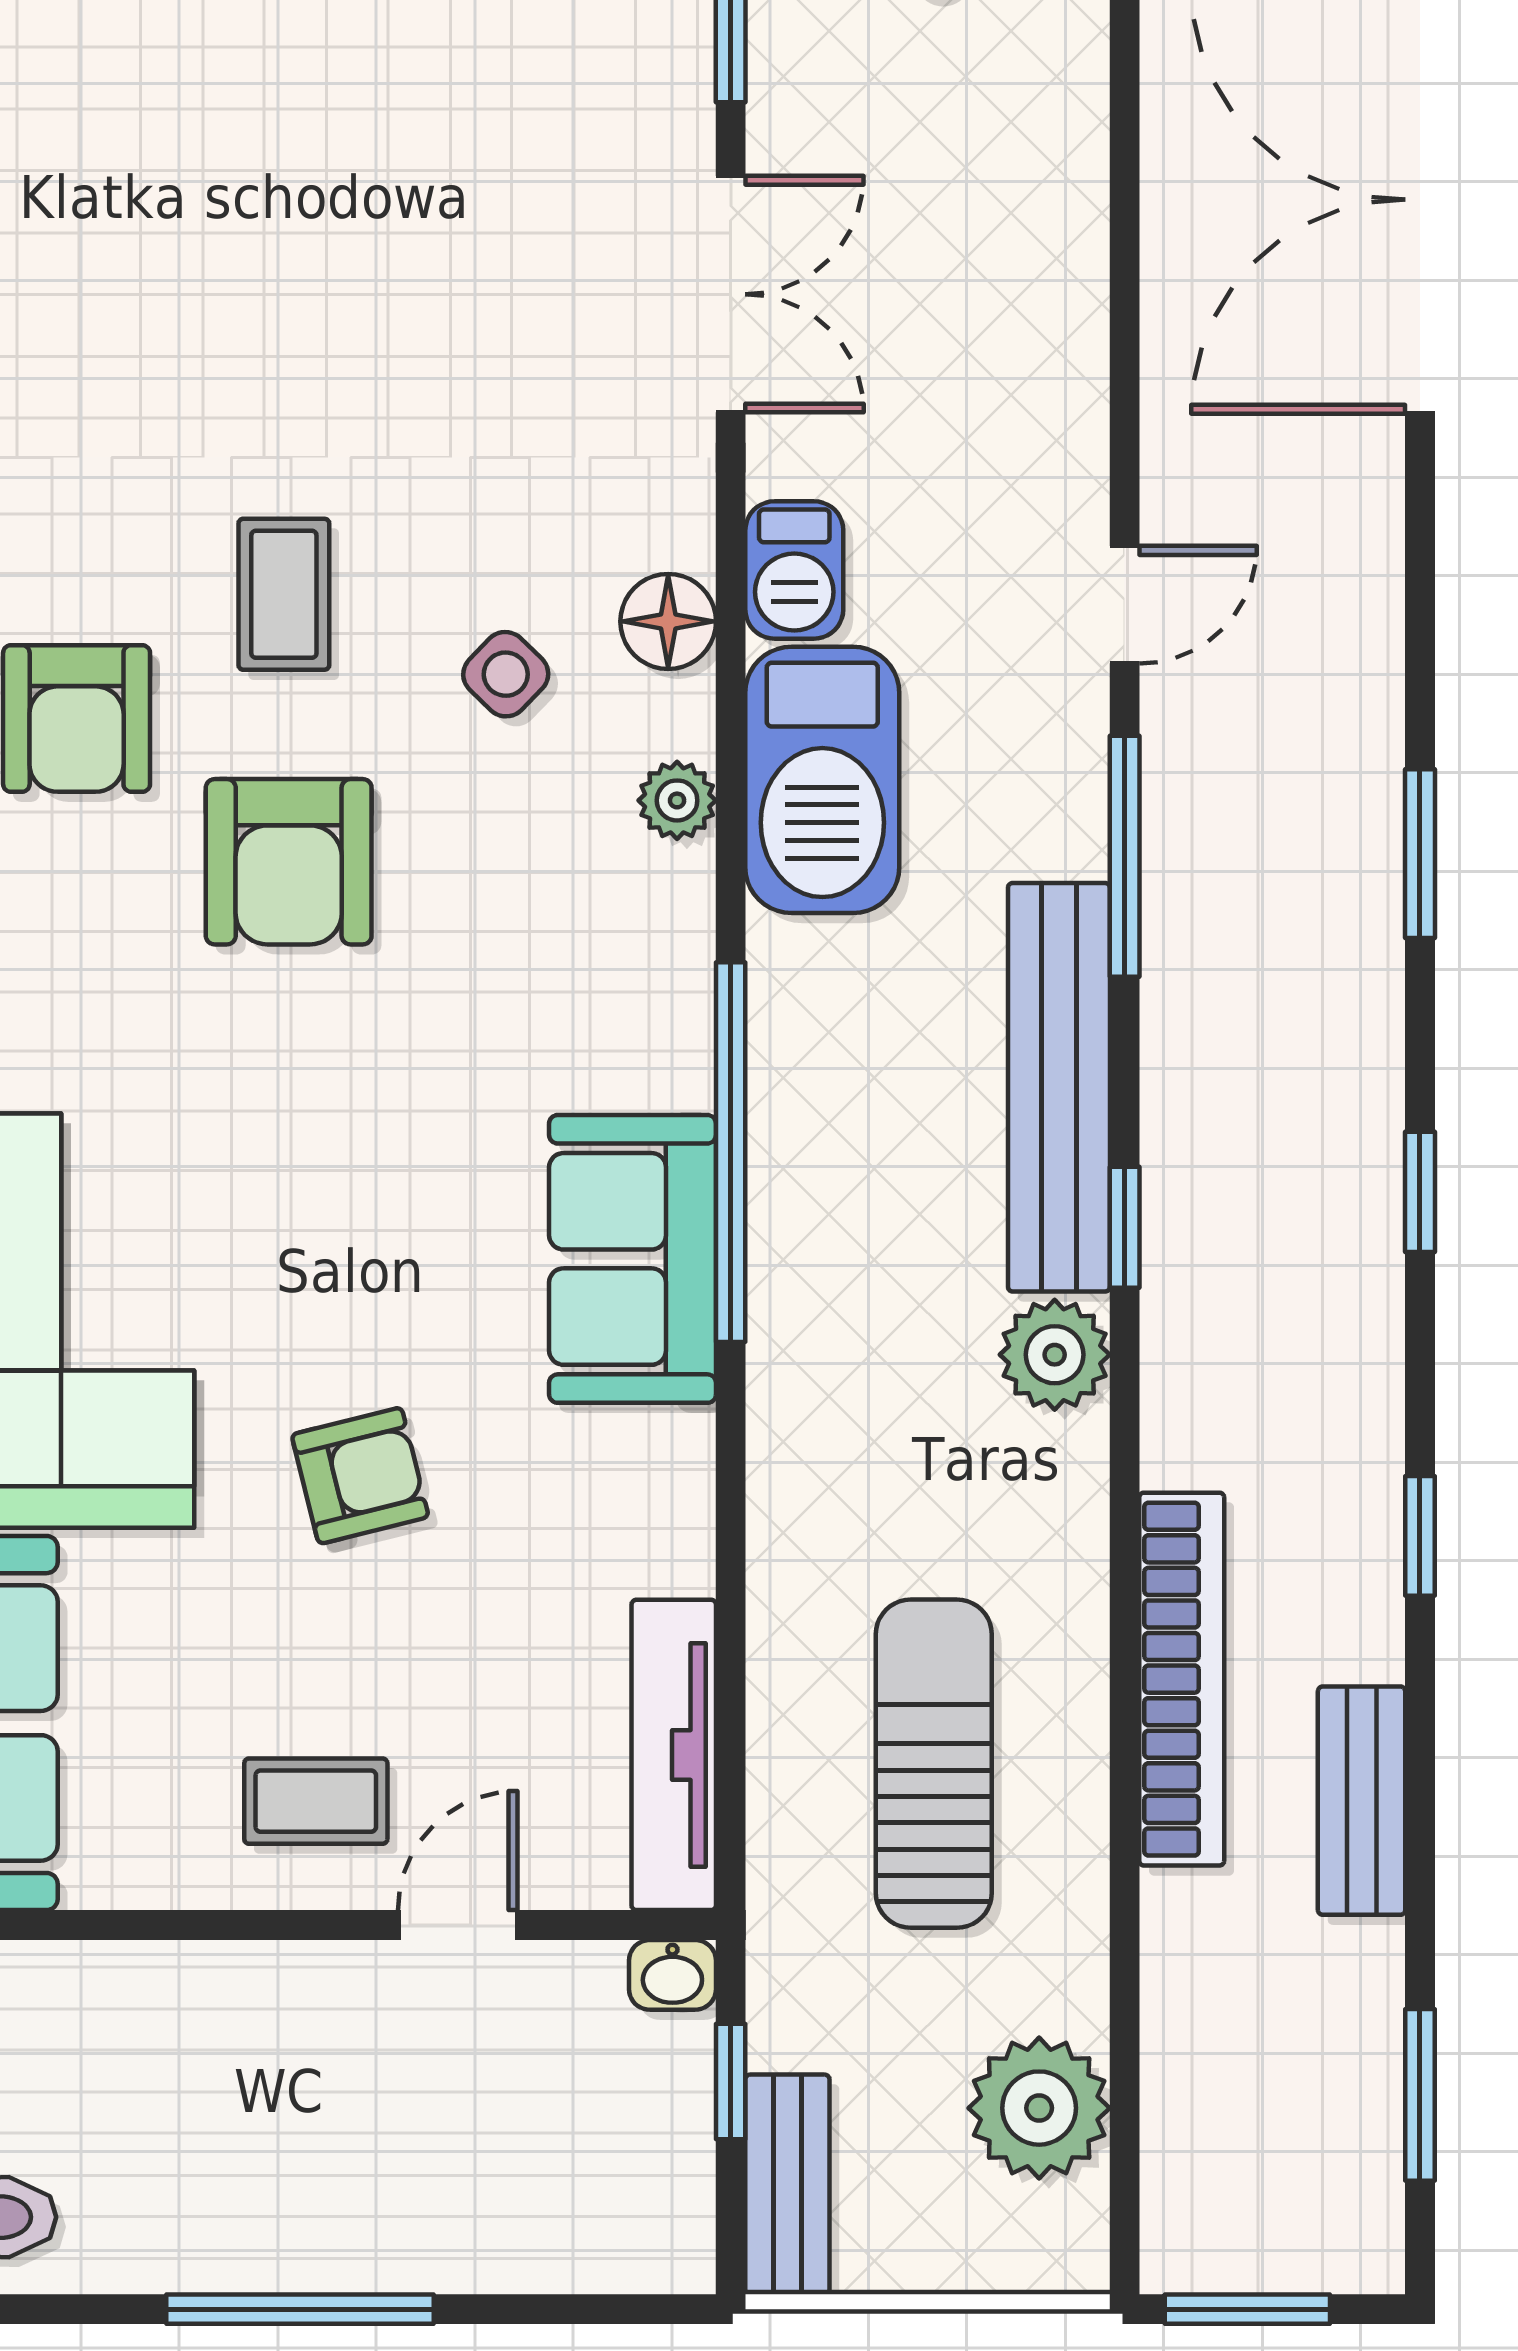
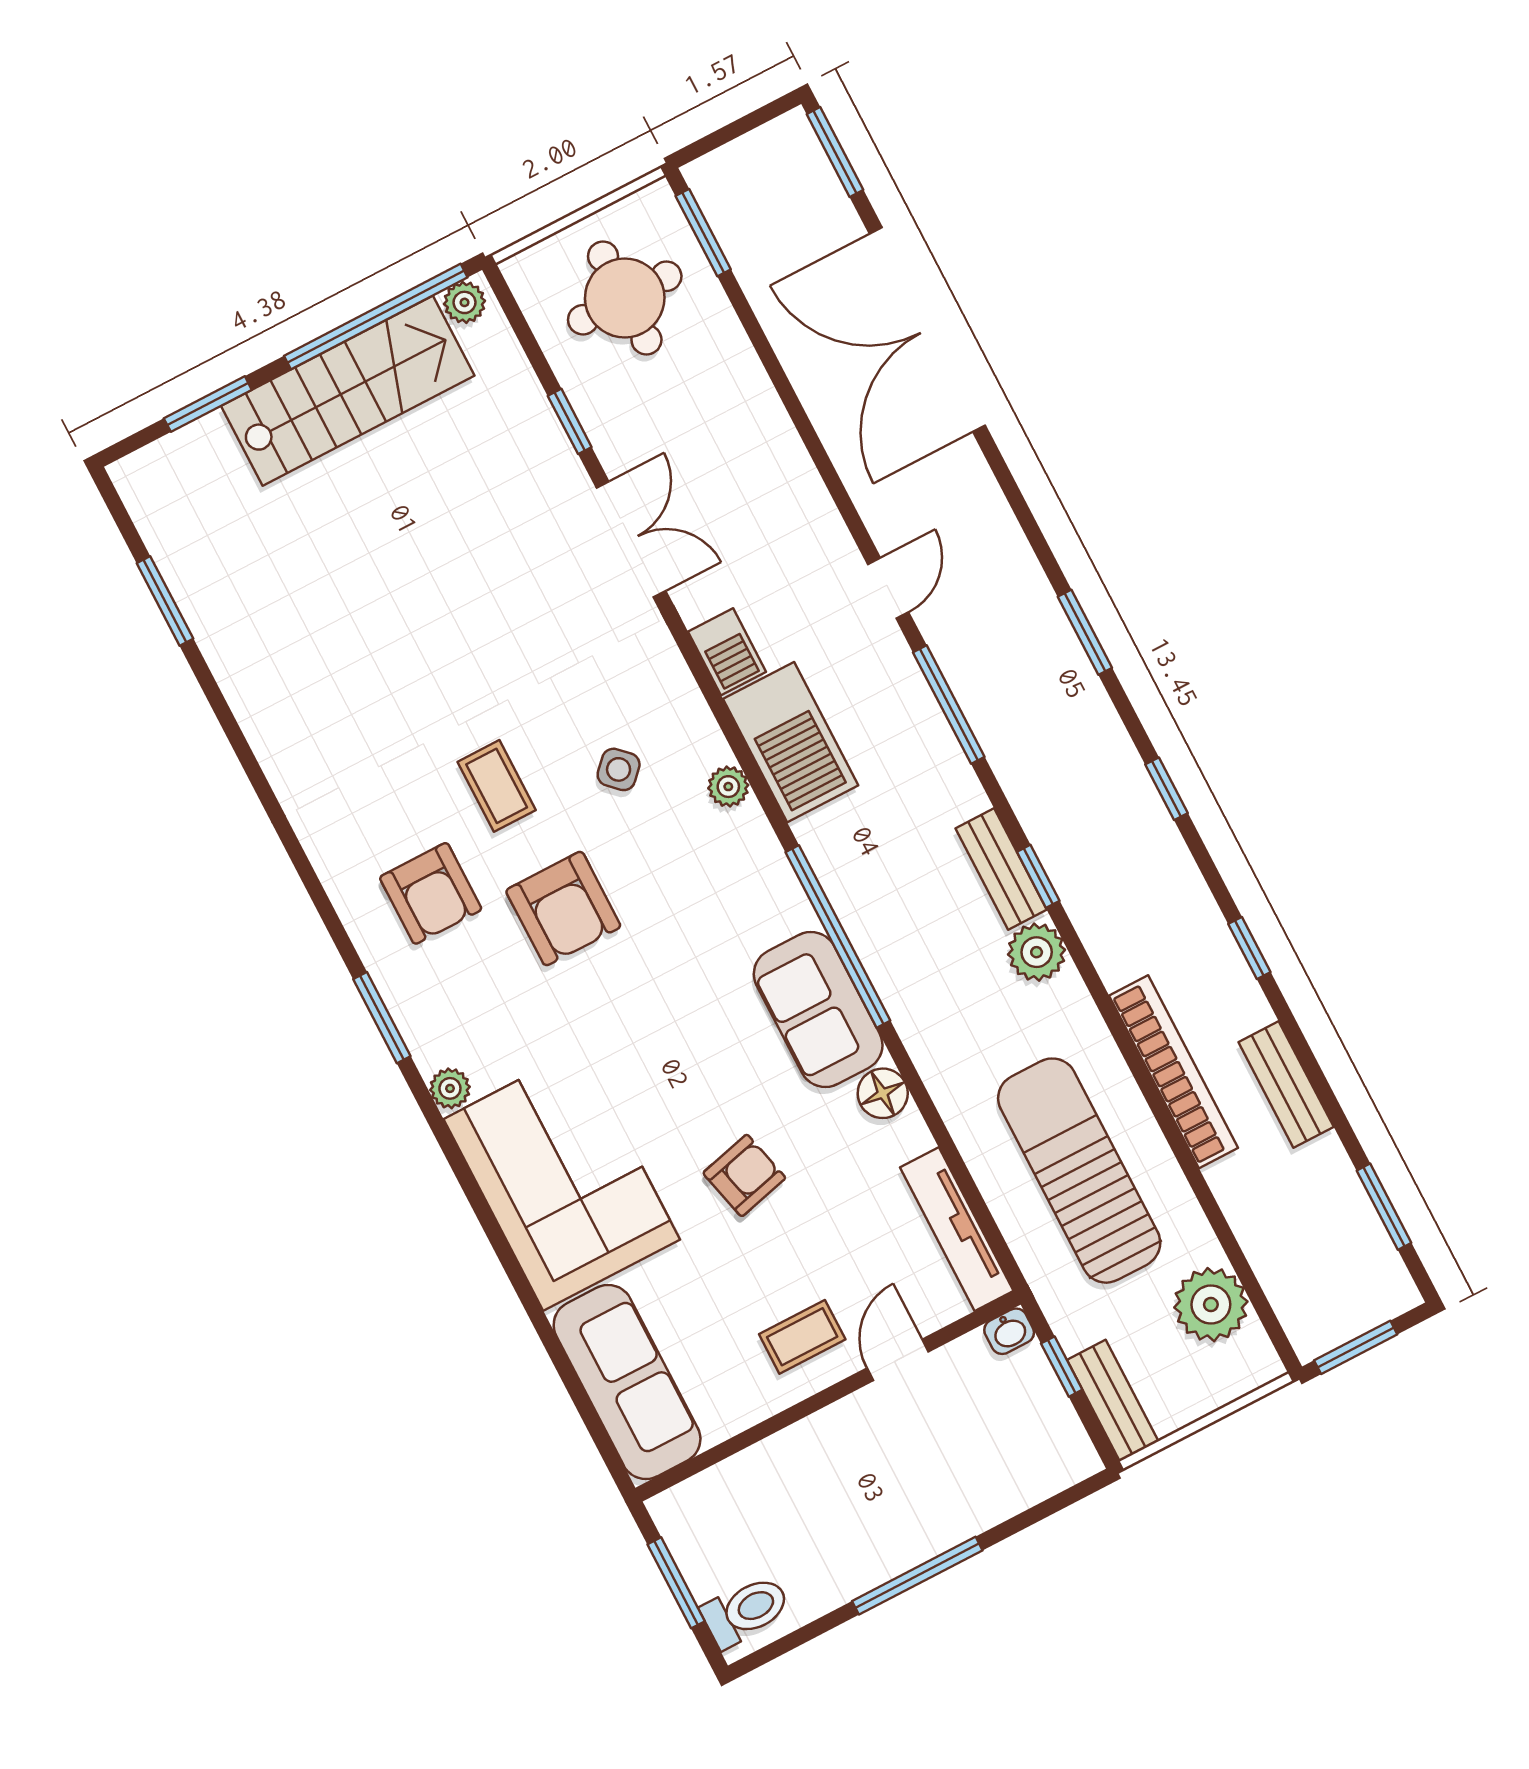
floor lamp: (668, 621) -> (883, 1093), moved
bench: (1059, 1087) -> (1001, 869), width x0.54, depth x0.82
sun lounger: (934, 1764) -> (1079, 1171), width x1.36, depth x1.34

